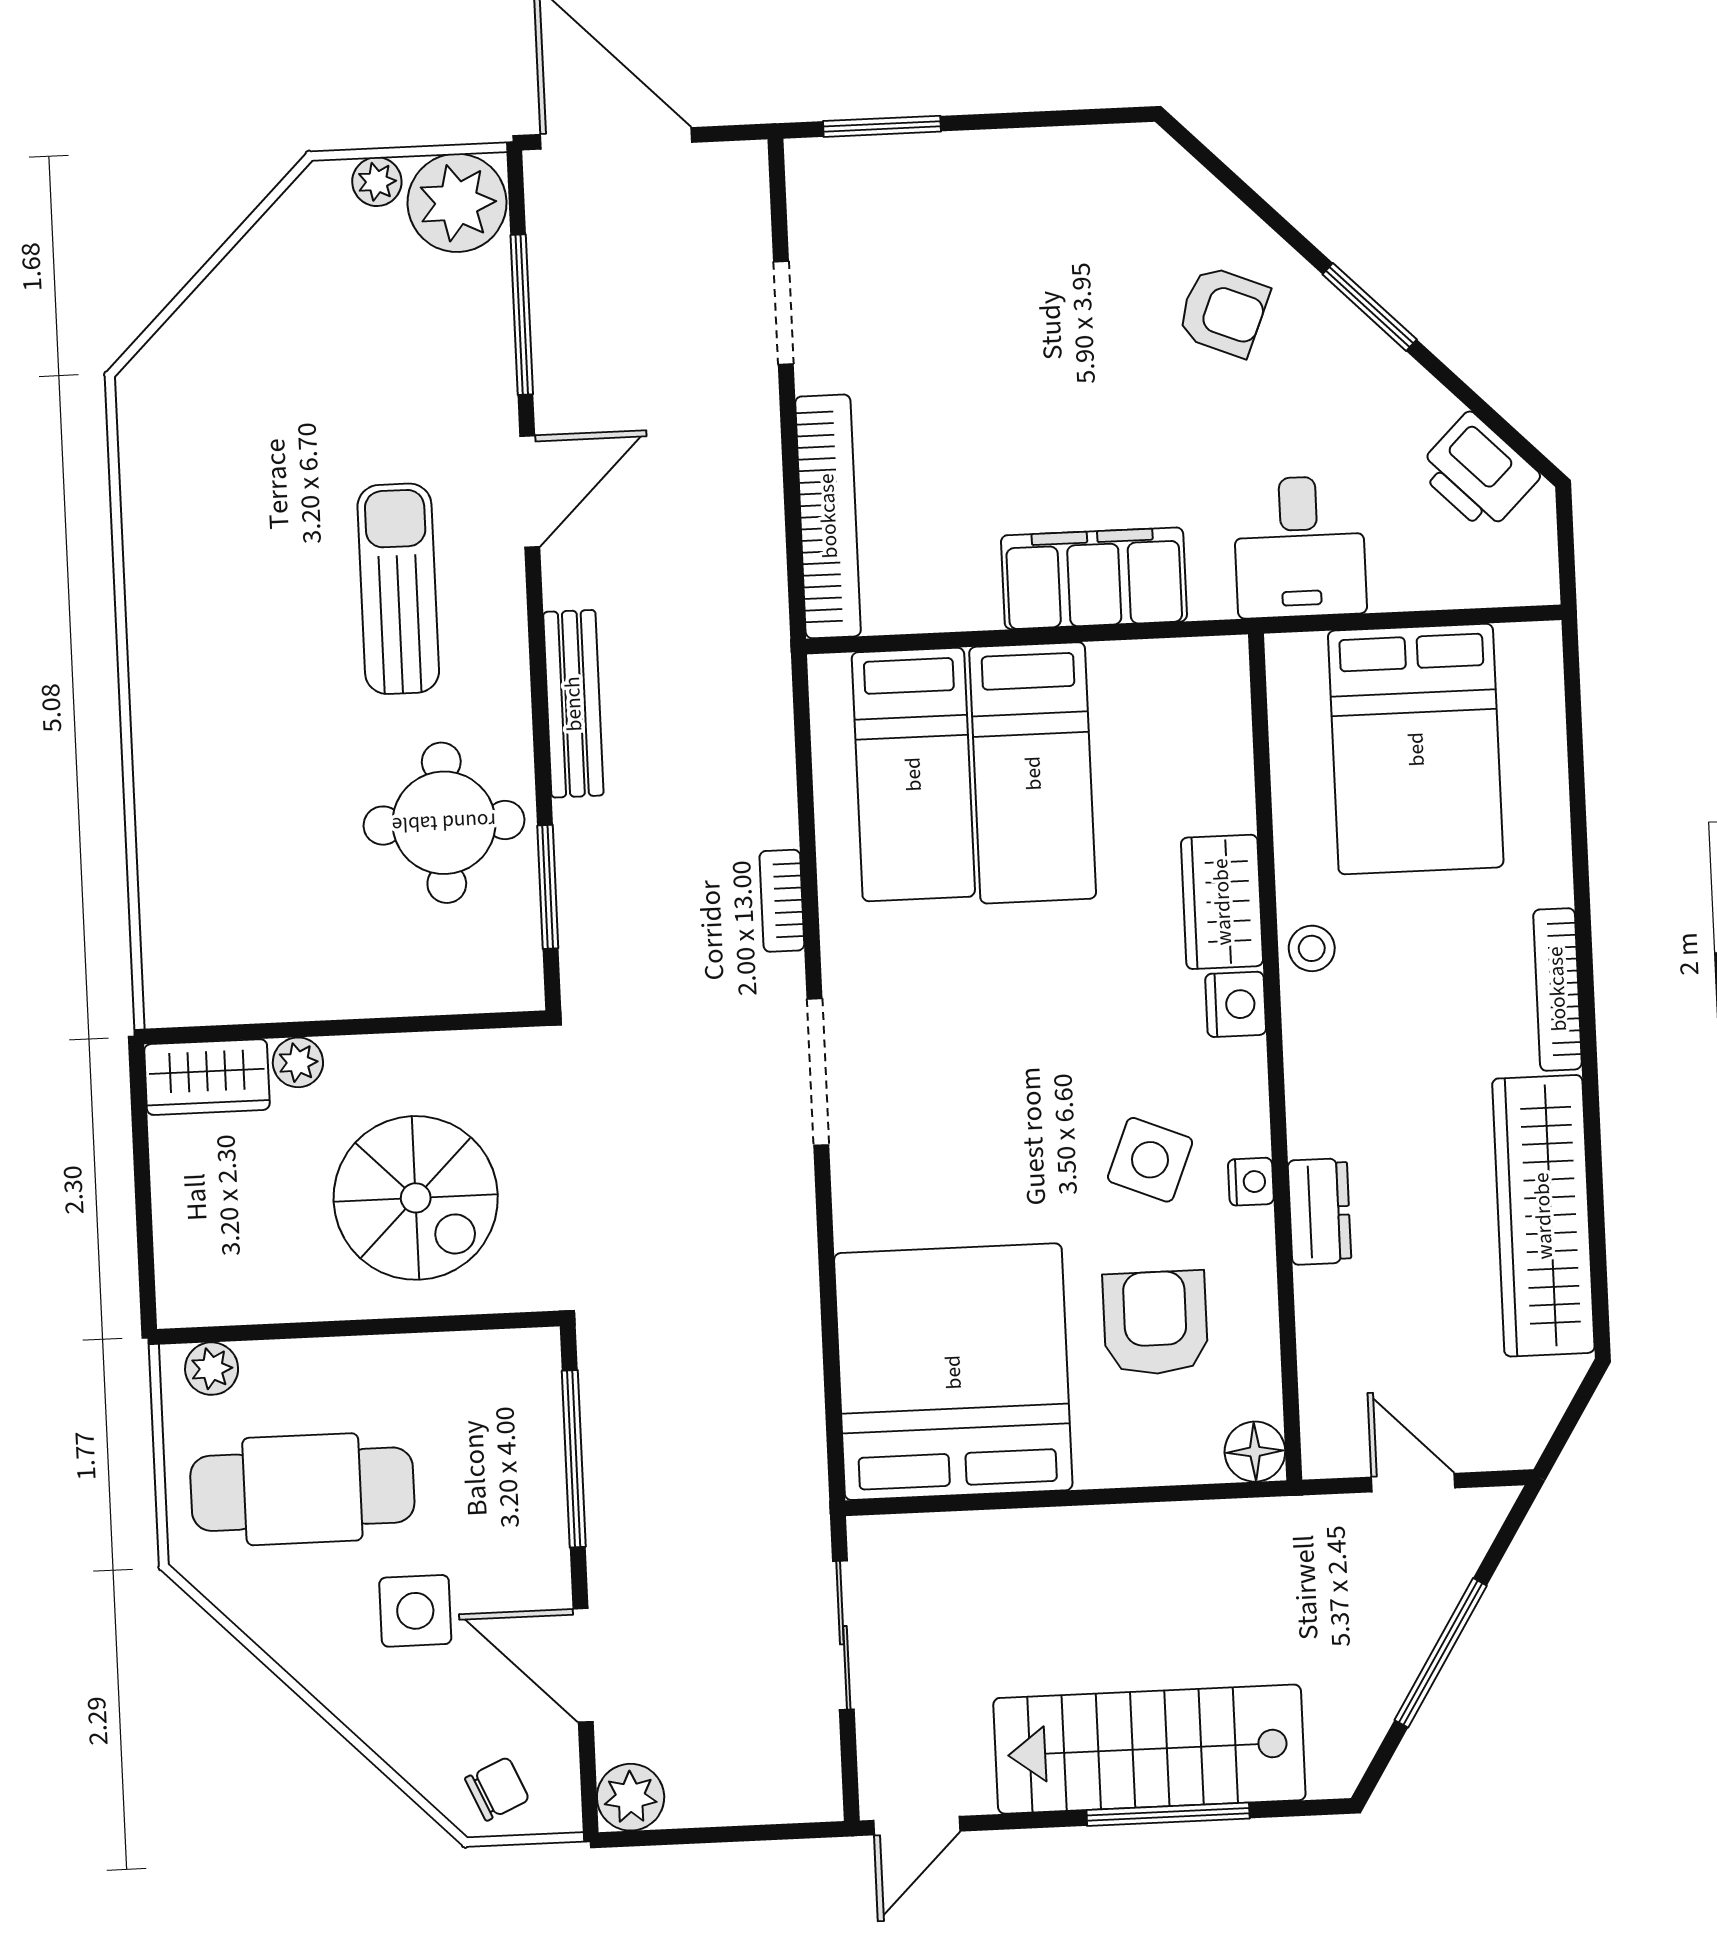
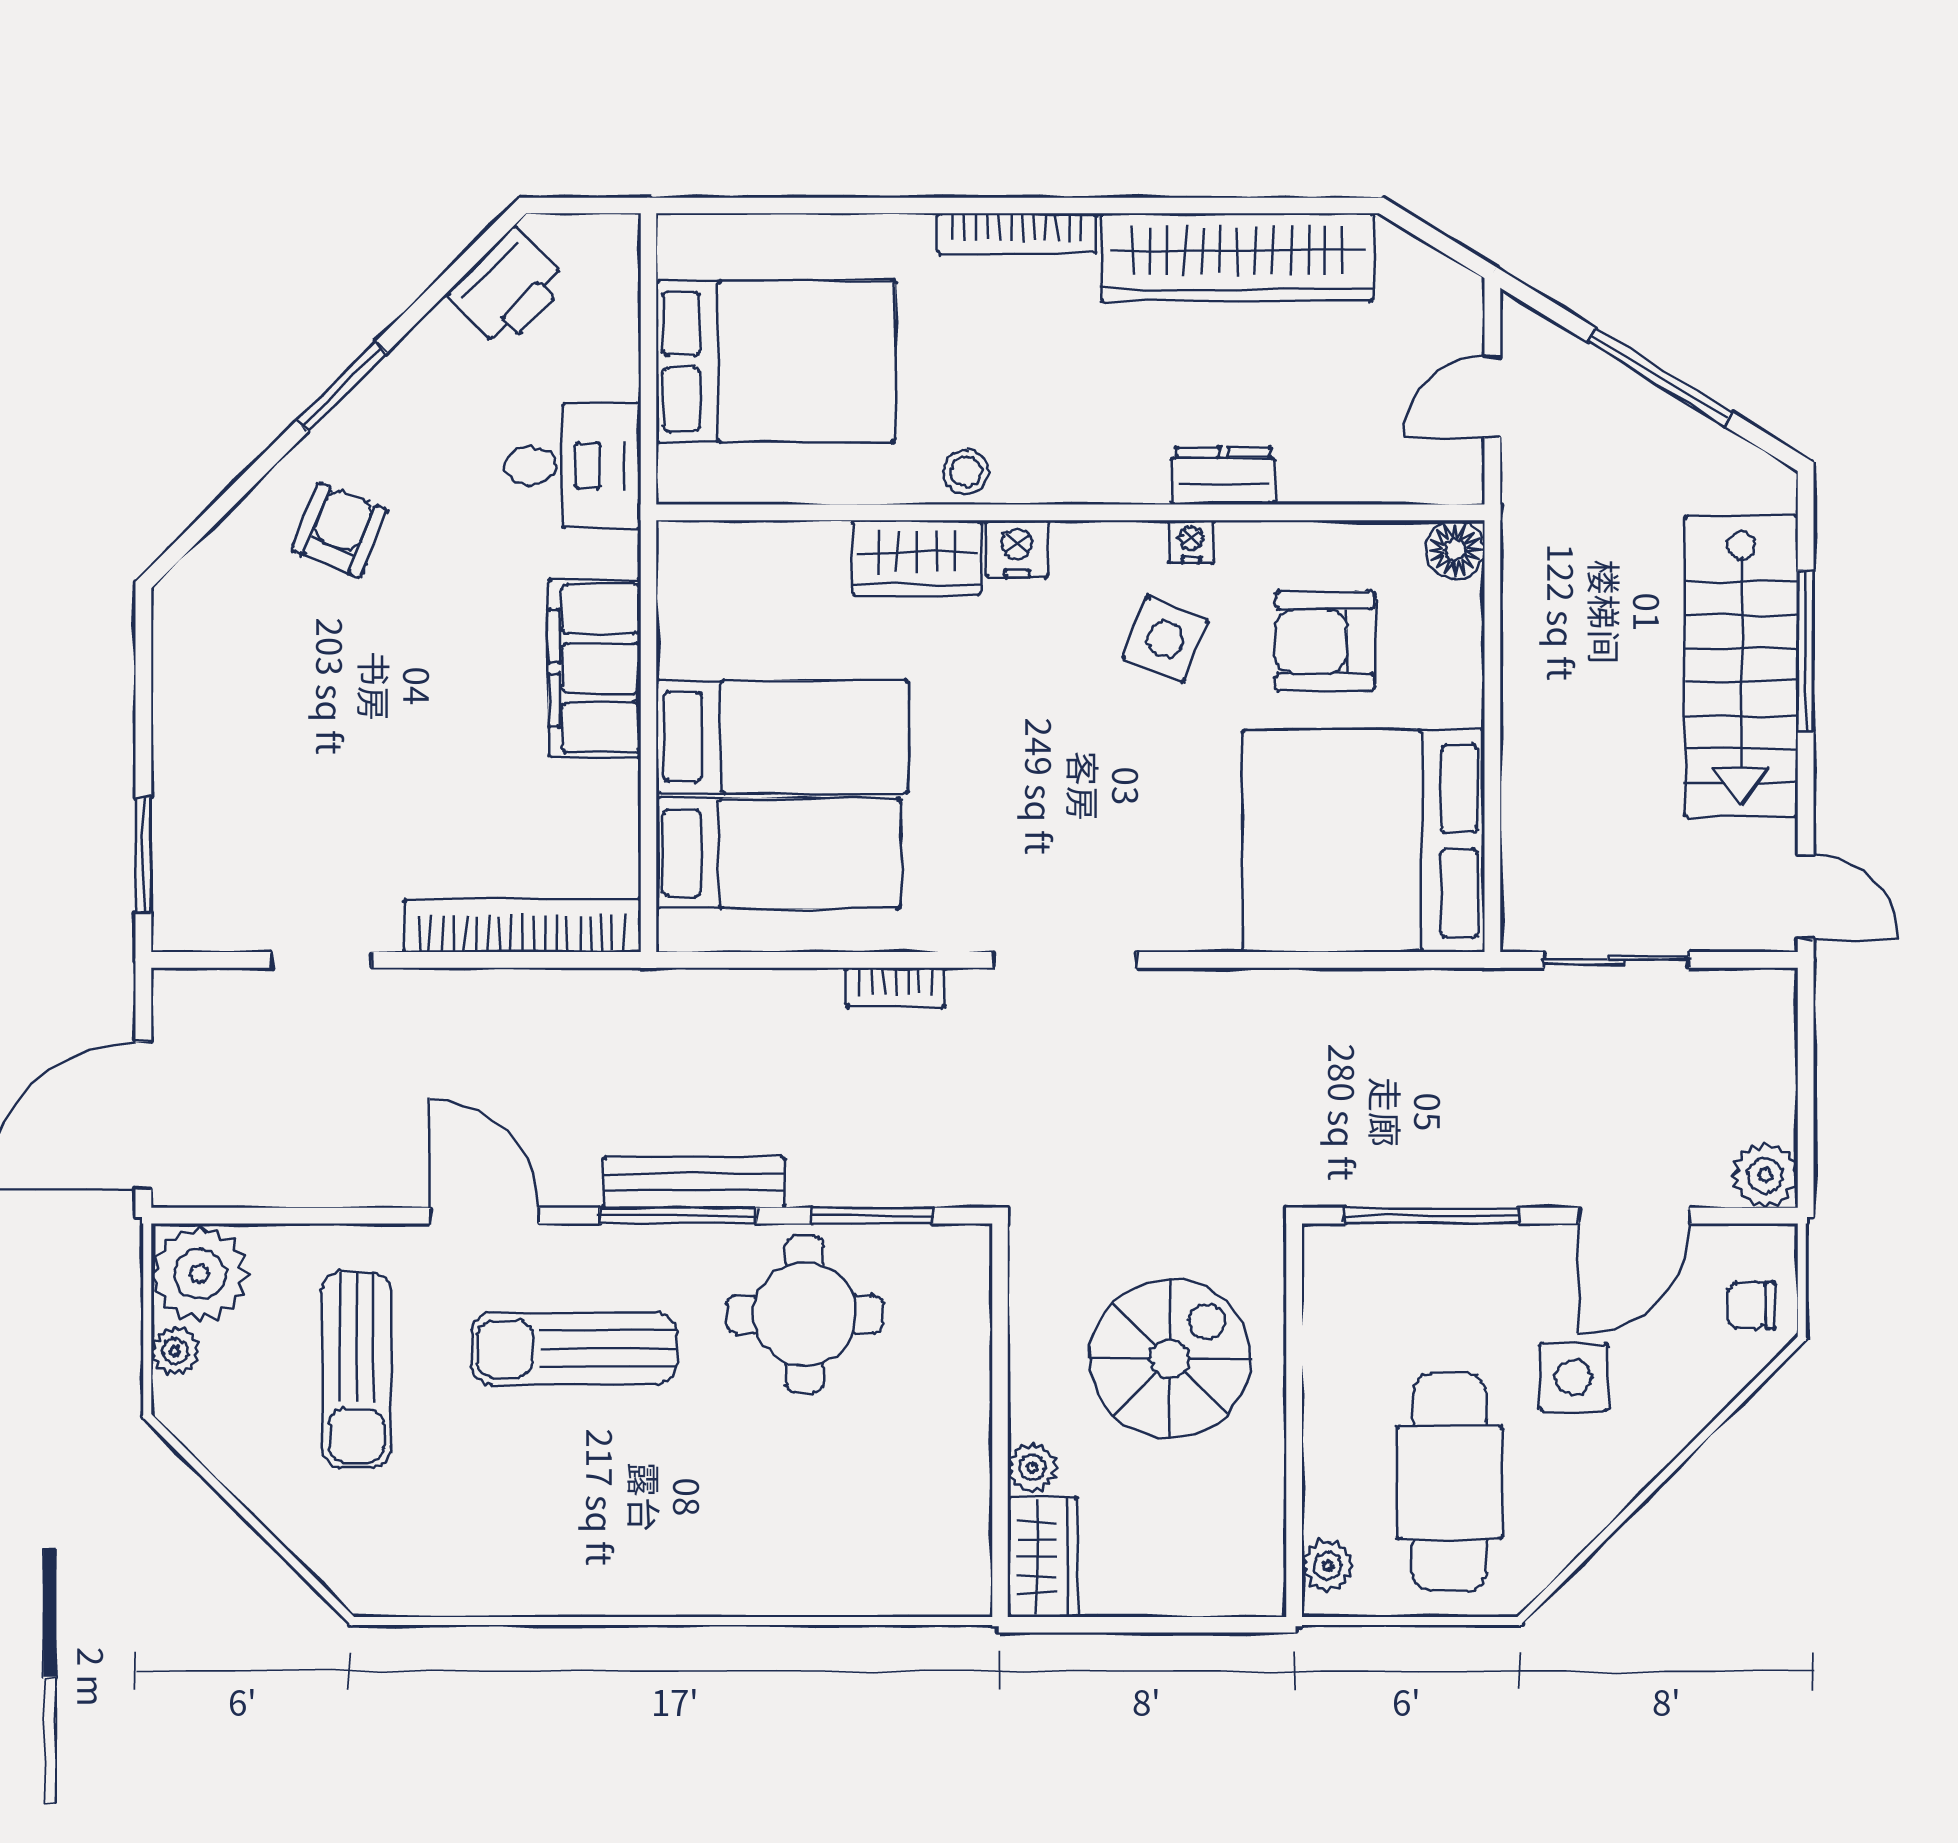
window: (522, 315) -> (678, 1216), moved
sun lounger: (366, 368) -> (356, 1370), added
chair: (497, 1789) -> (1751, 1305), turned -66

